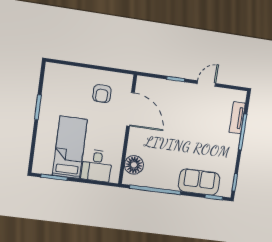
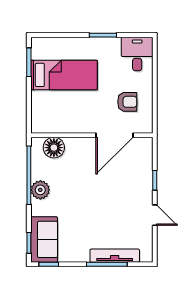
armchair: (102, 94) -> (127, 102), turned 180
tv unit: (237, 118) -> (115, 256), width x1.41
desk: (97, 166) -> (137, 54), moved, turned 90
plant: (169, 182) -> (40, 190), added
sofa: (199, 182) -> (44, 239), moved

